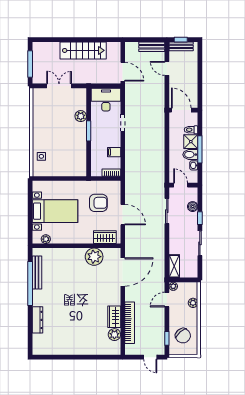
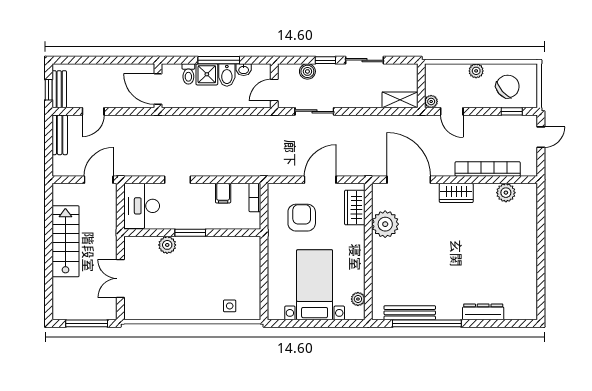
door: (181, 110) -> (158, 89), hinge flipped
plant: (193, 303) -> (476, 71), moved
wardrobe: (114, 317) -> (456, 193), moved

